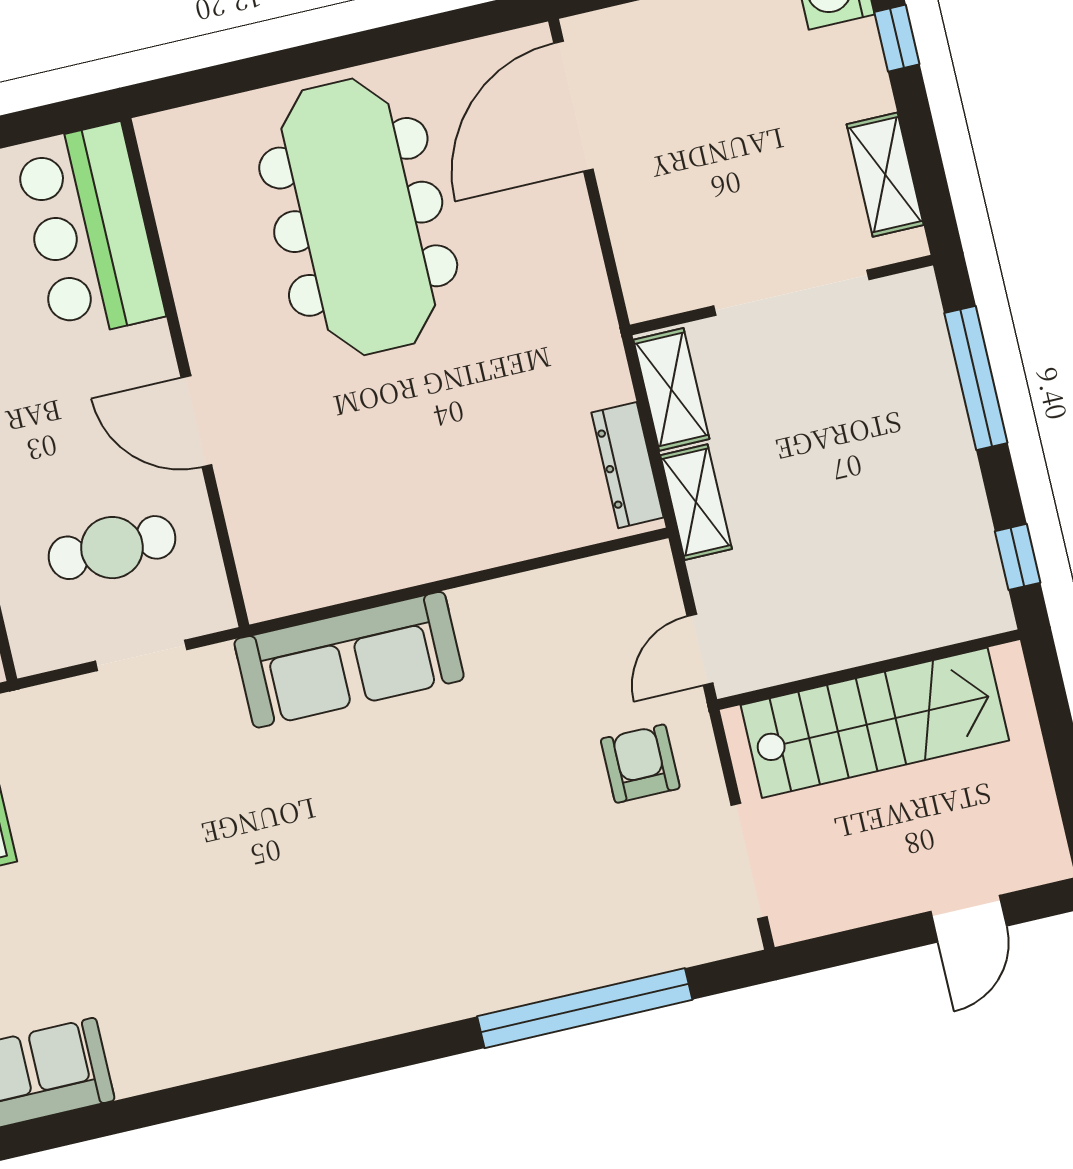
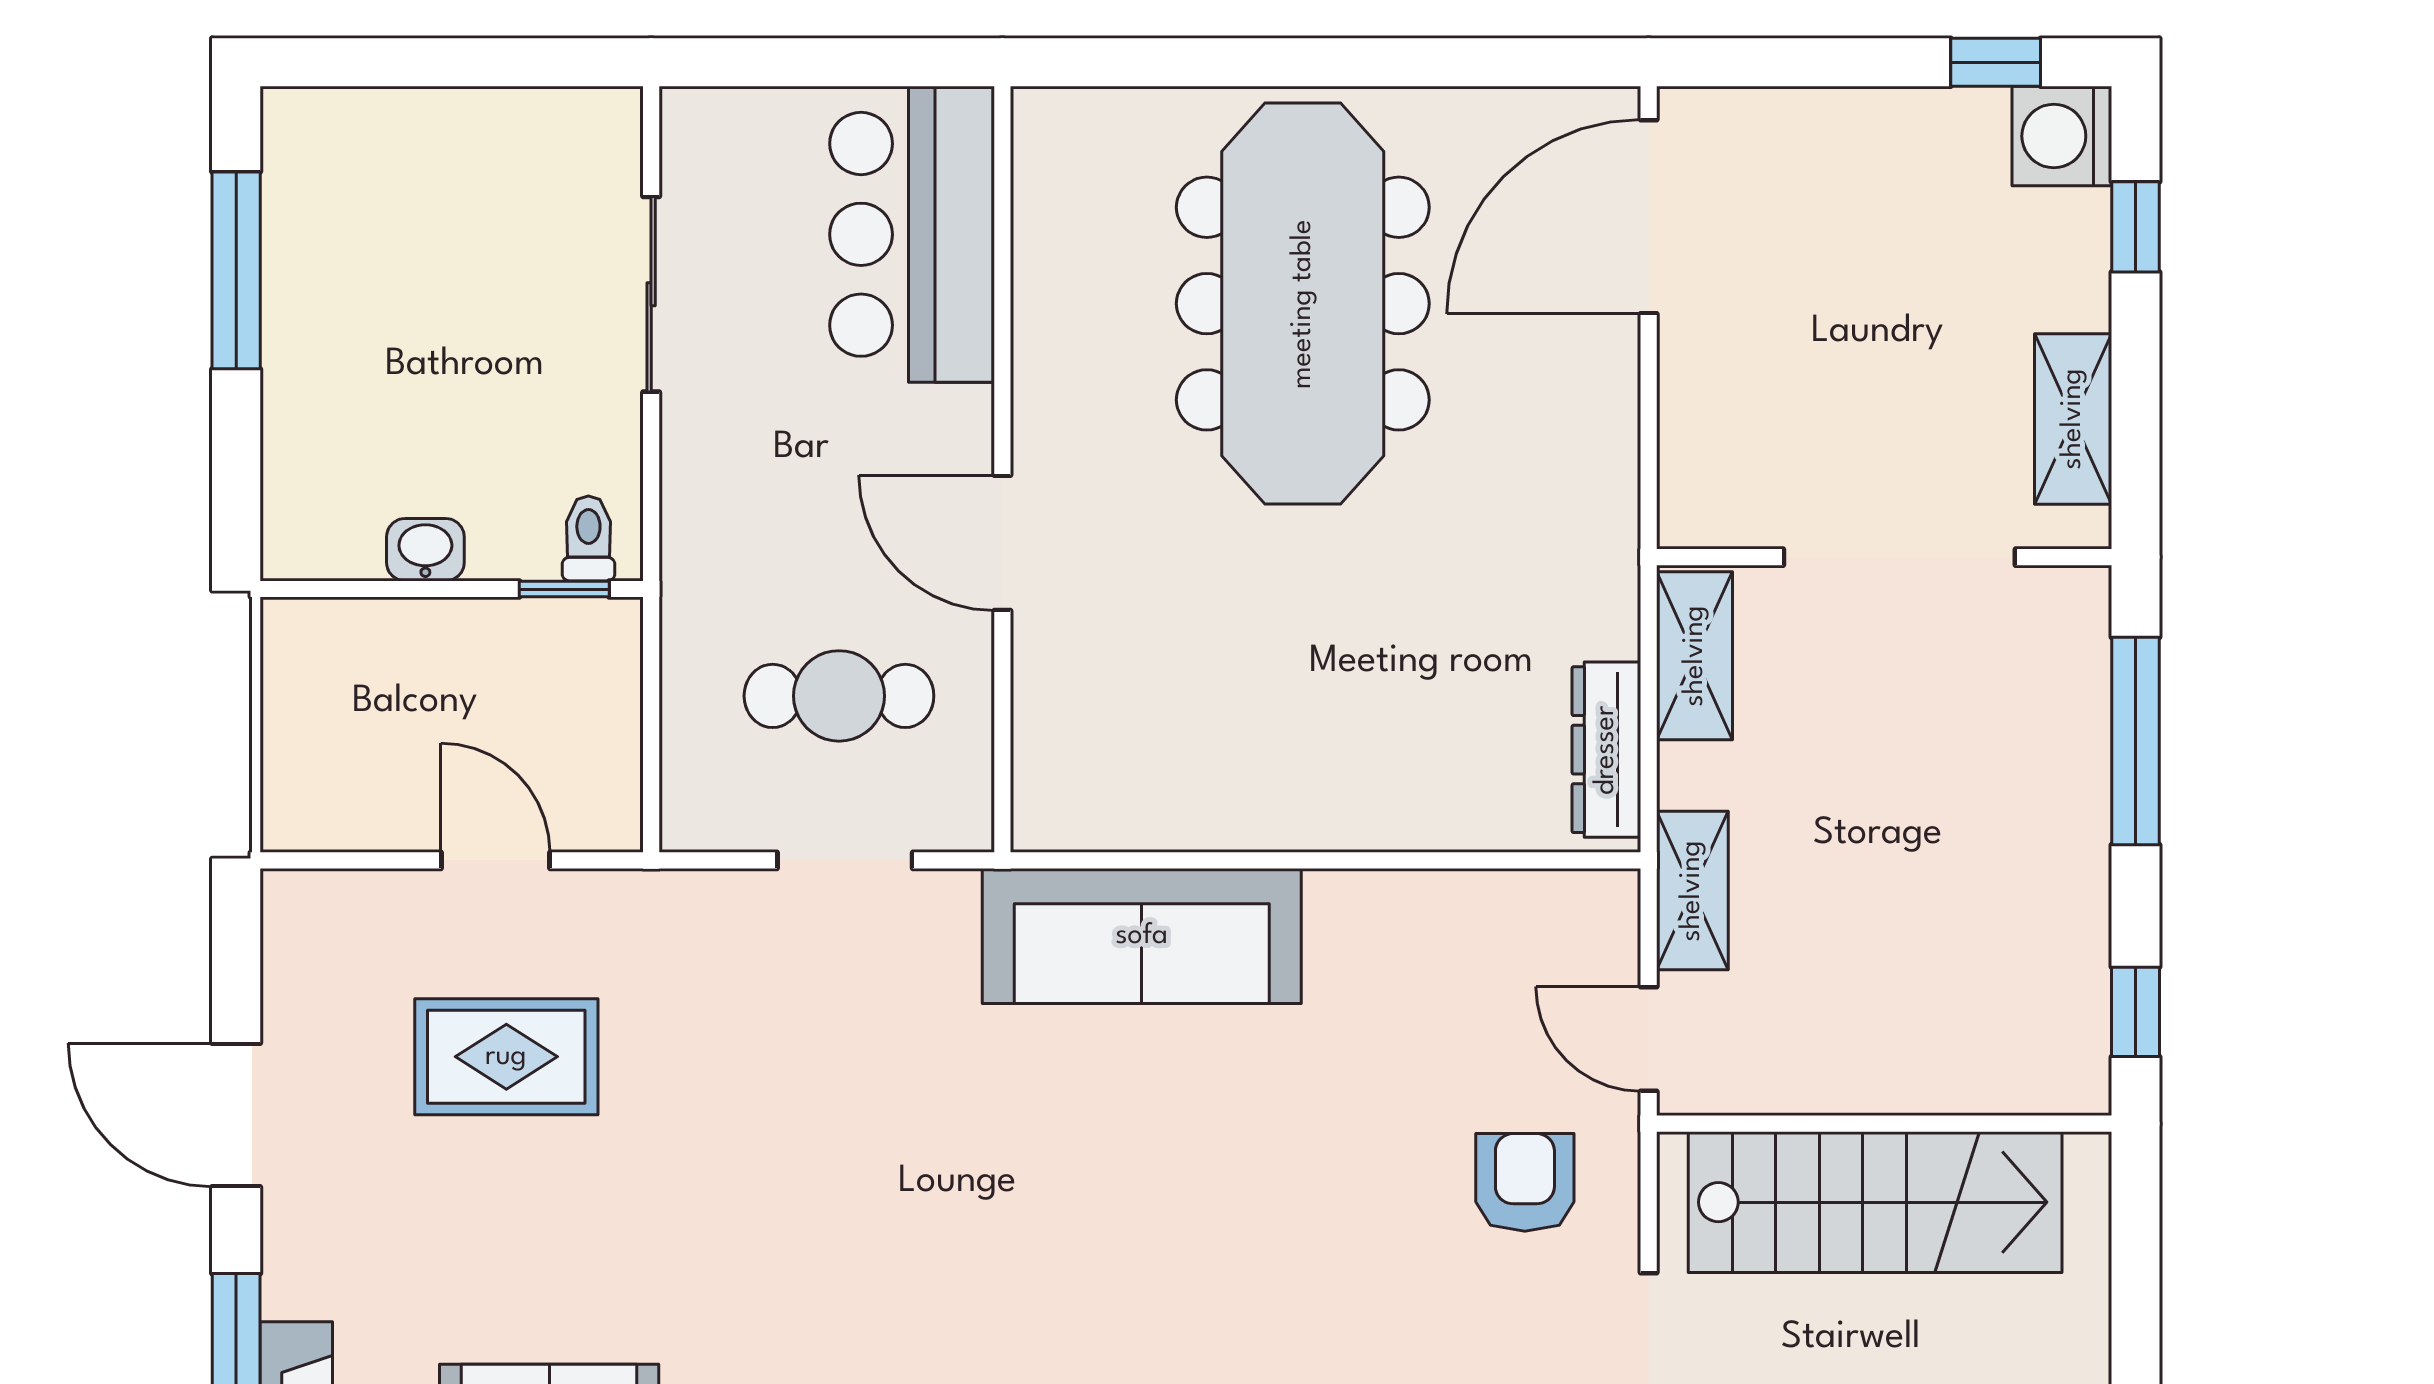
shelving: (696, 502) -> (1692, 891), moved
door: (700, 650) -> (1649, 1039), hinge flipped

